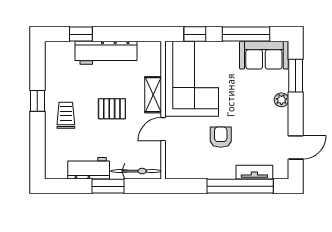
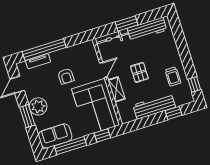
window: (296, 76) -> (27, 116), moved
plant: (281, 100) -> (38, 106), width x1.88, depth x1.88
window: (37, 101) -> (194, 84), moved
pallet: (112, 109) -> (139, 72), turned 90
trolley: (66, 115) -> (173, 76), moved
workbench: (89, 168) -> (147, 29), width x1.38

